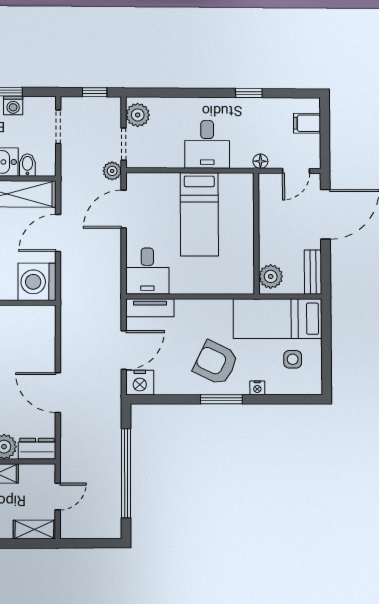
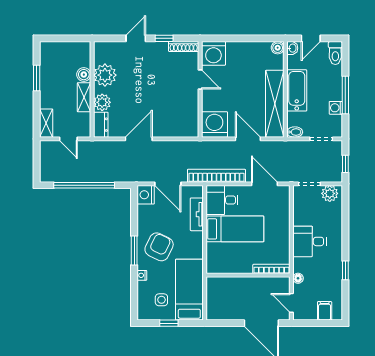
bidet: (27, 165) -> (295, 132), moved
plant: (112, 171) -> (291, 176), removed
bookcase: (247, 199) -> (271, 269), added
bed: (199, 214) -> (235, 229), moved, turned 180
bench: (313, 272) -> (221, 314), removed
plant: (271, 276) -> (218, 285), removed
bookcase: (112, 279) -> (216, 176), added
tv unit: (150, 308) -> (197, 214), moved
window: (326, 348) -> (169, 323), added

